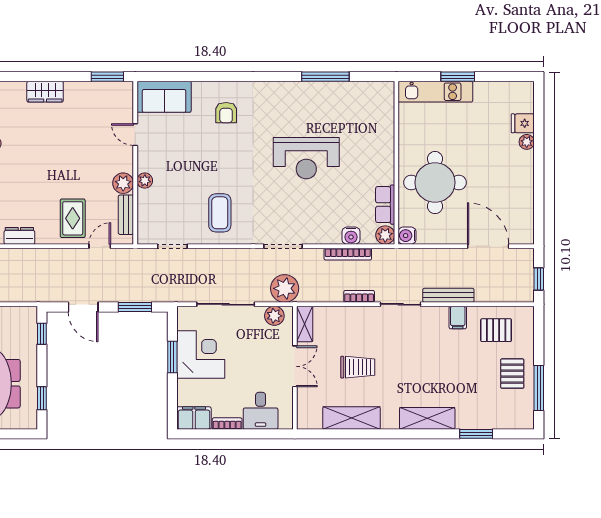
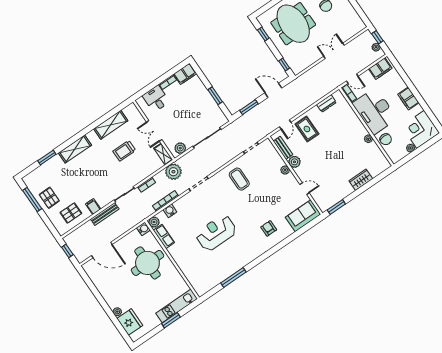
fridge: (523, 123) -> (130, 322), width x1.88, depth x1.34
plant: (285, 288) -> (173, 172), moved
corner desk: (201, 355) -> (202, 106), removed

